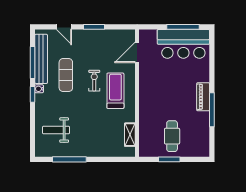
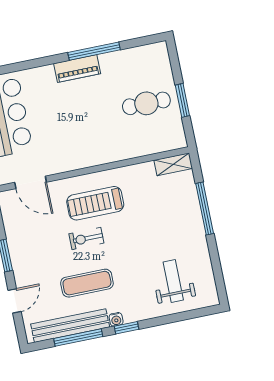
weight bench: (56, 130) -> (173, 281), turned 180
shelving: (130, 135) -> (173, 164), moved
window: (69, 159) -> (205, 209), moved

